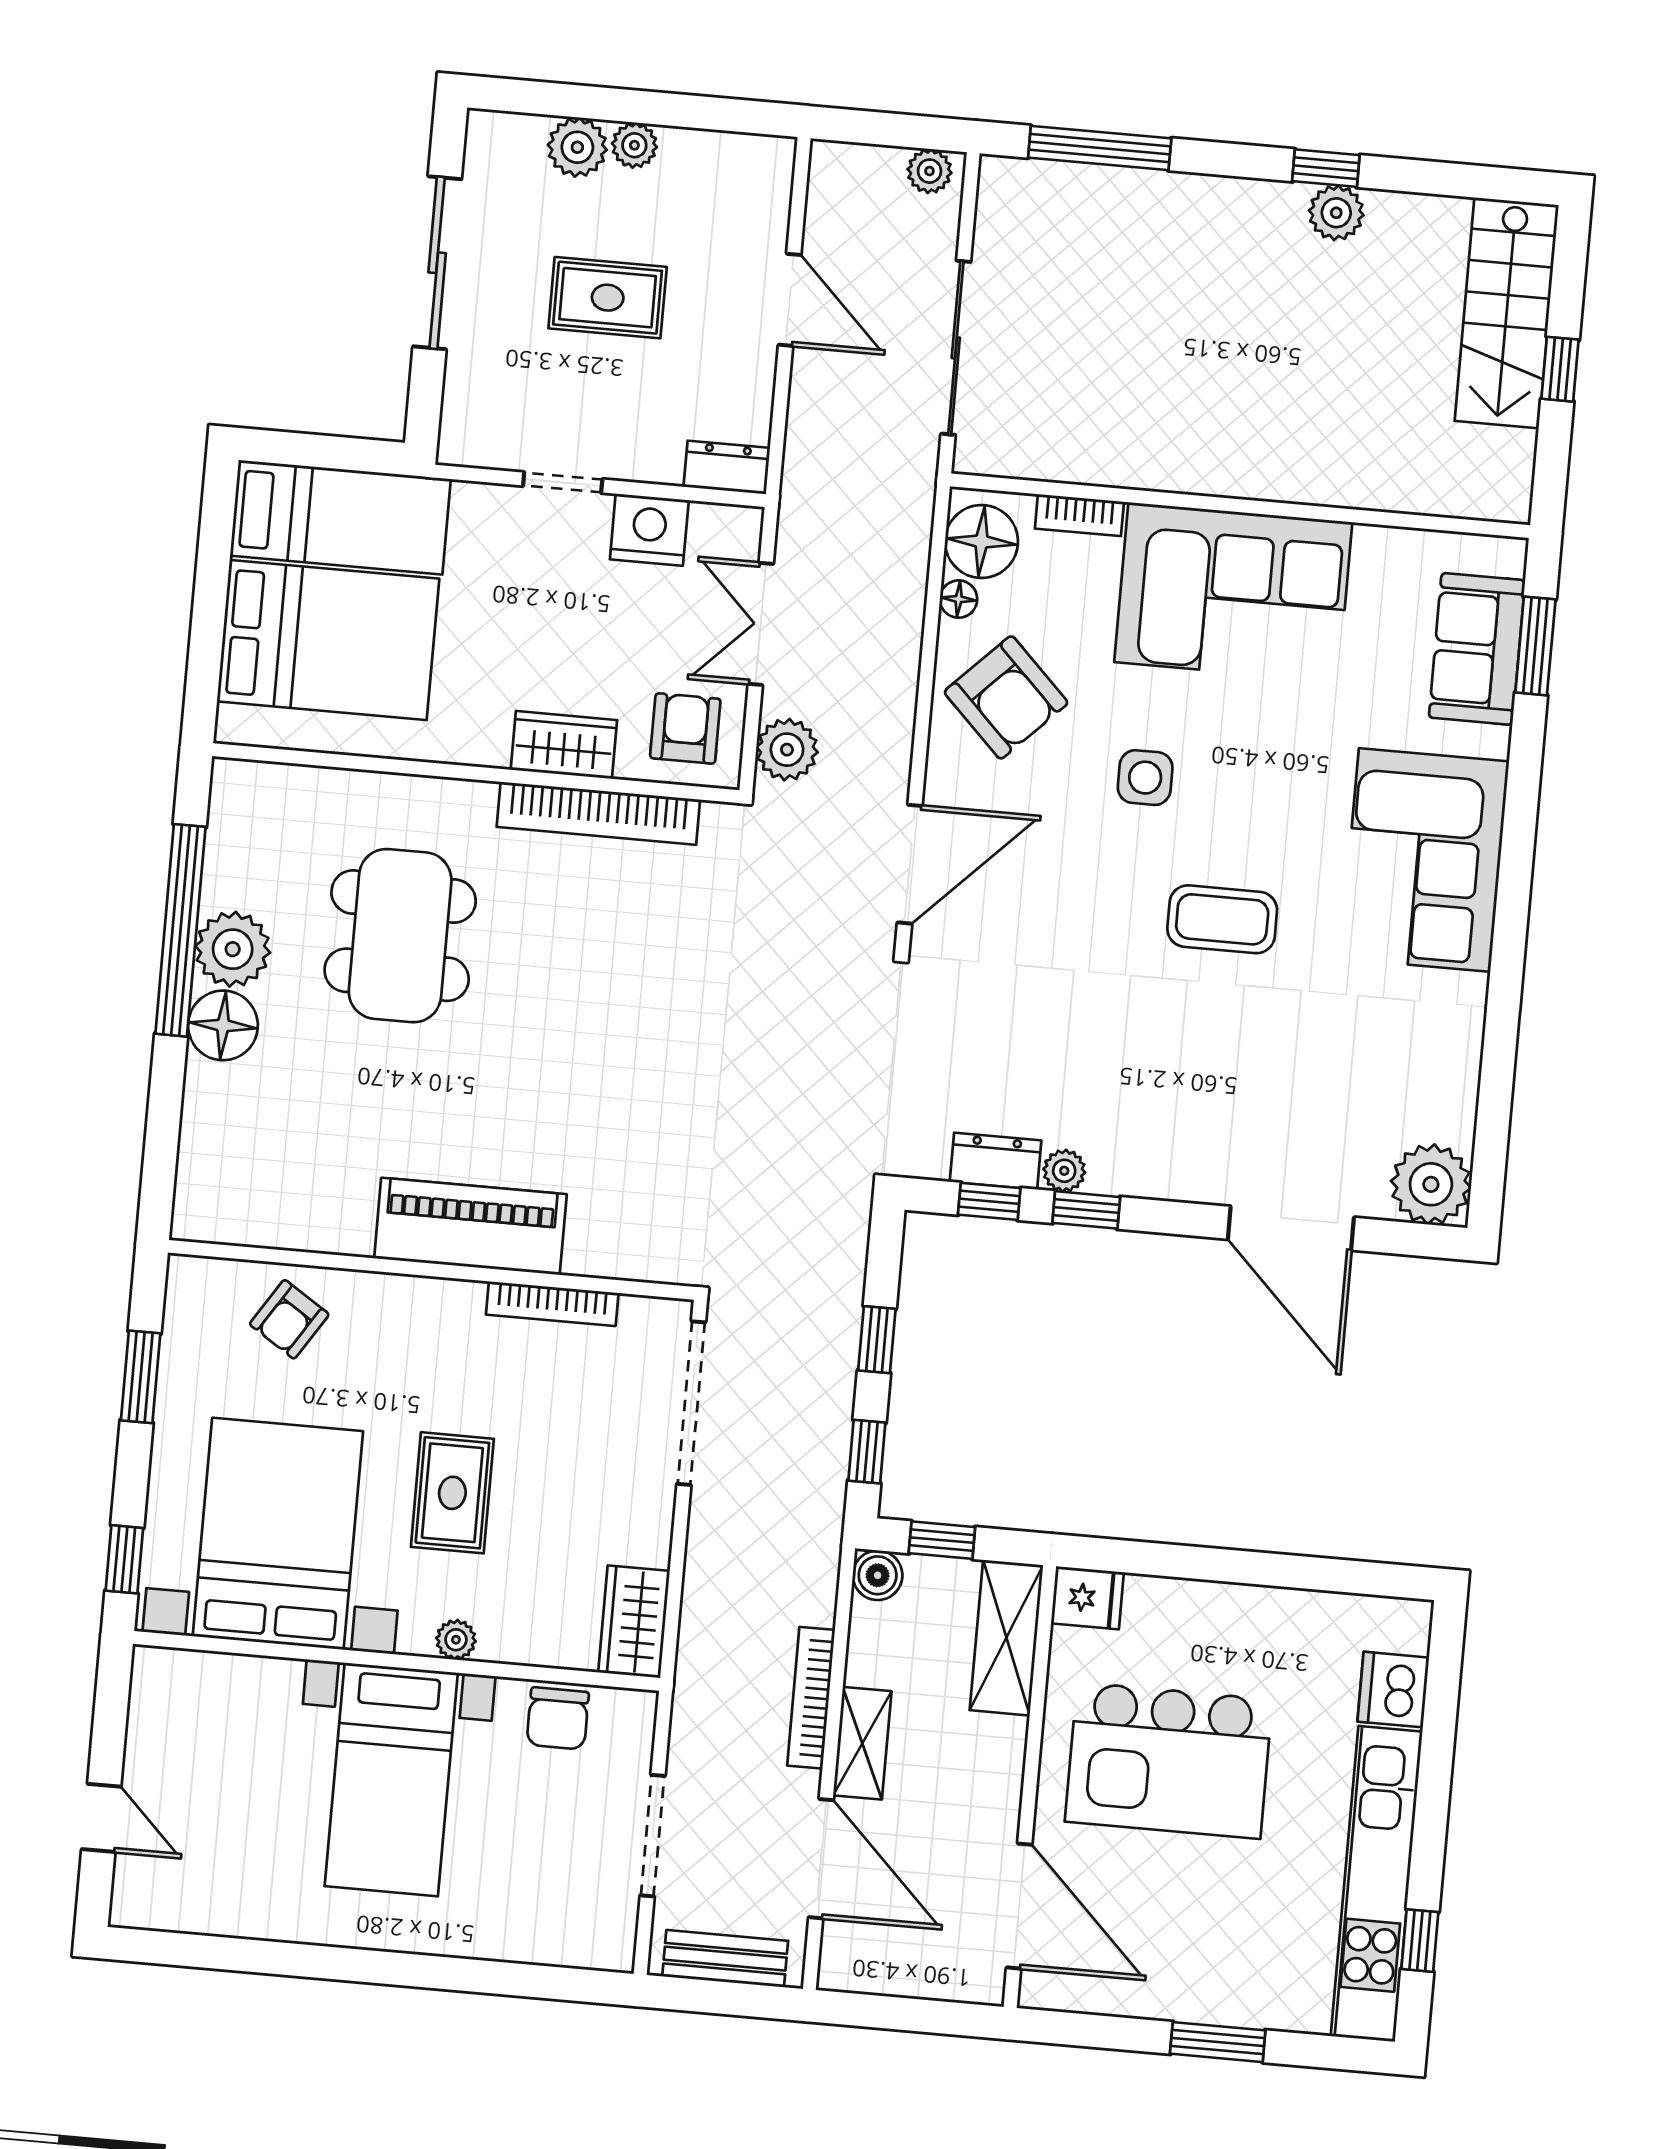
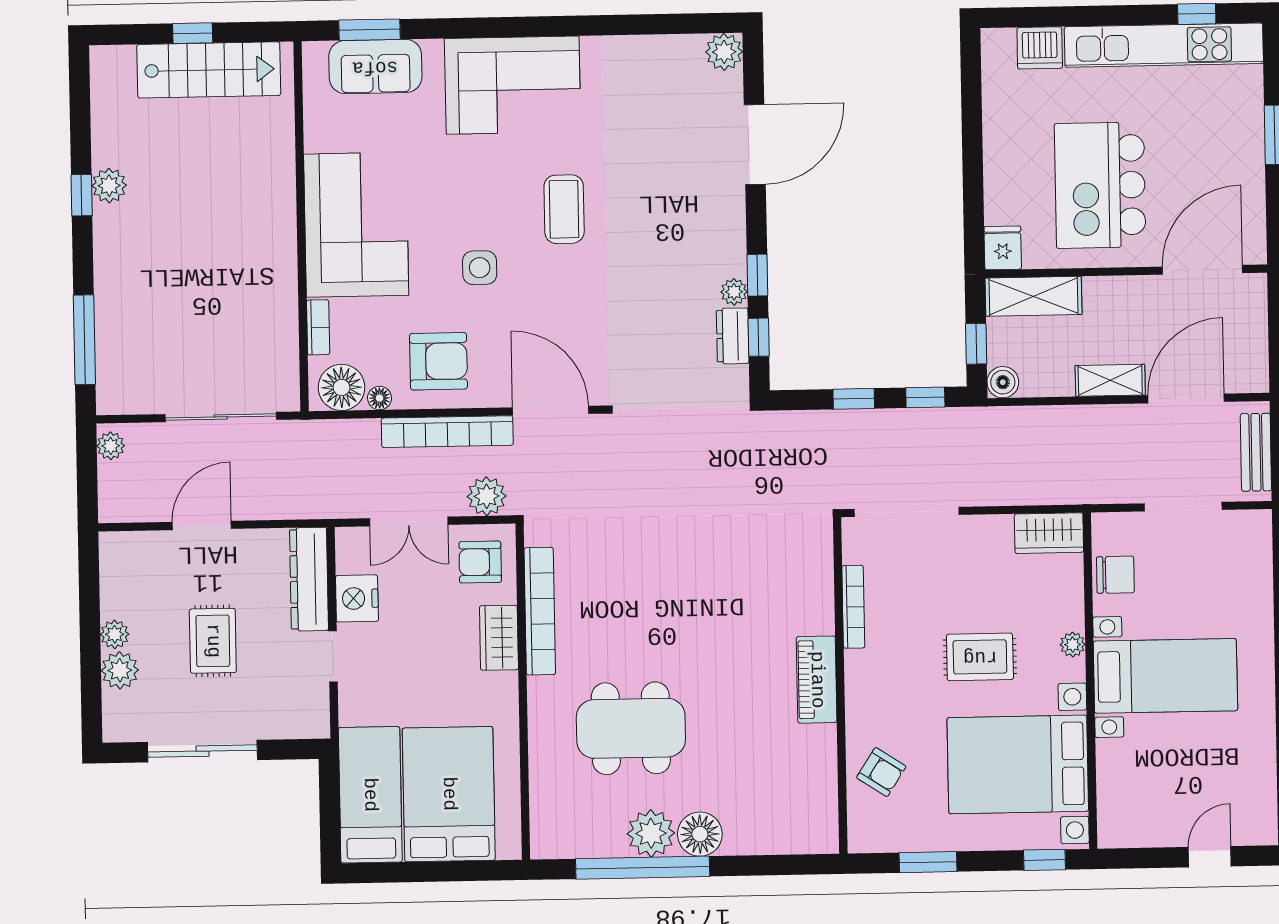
stairs: (1507, 313) -> (209, 70), moved
dresser: (727, 467) -> (309, 579), width x1.96, depth x1.24
armchair: (1006, 697) -> (438, 361), turned 45
plant: (1431, 1184) -> (724, 52), width x0.73, depth x0.73
piano: (470, 1226) -> (817, 680), width x0.73, depth x0.75
bookcase: (811, 1698) -> (447, 432), moved, width x1.48, depth x1.31
kitchen island: (1169, 1761) -> (1100, 185), turned 180

